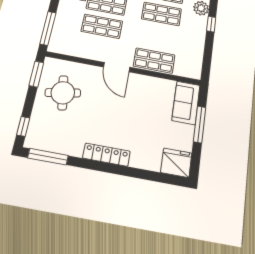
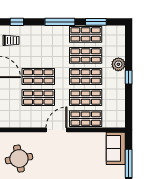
shop shelf: (158, 37) -> (86, 98), added
door: (117, 67) -> (57, 130), swing flipped

